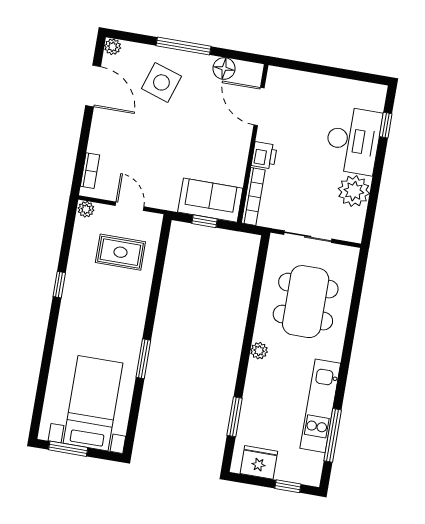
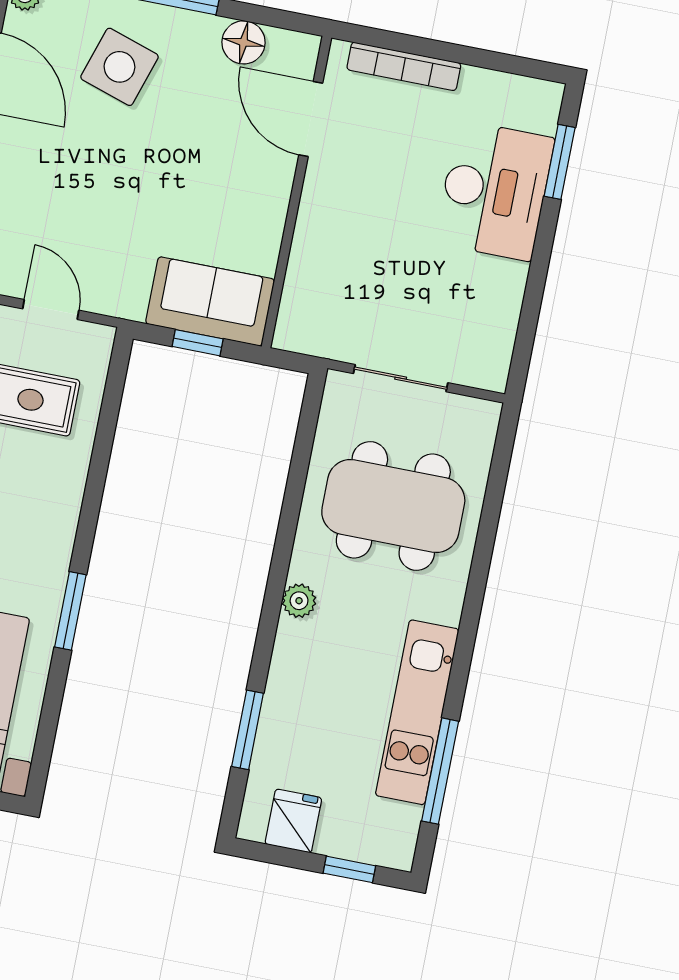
window: (386, 125) -> (560, 162), width x1.50
printer: (264, 155) -> (319, 216), removed
plant: (354, 191) -> (494, 290), removed
bookcase: (253, 196) -> (404, 66), moved, turned 90
dining table: (306, 302) -> (393, 506), turned 90
fridge: (259, 462) -> (293, 821), width x0.72

